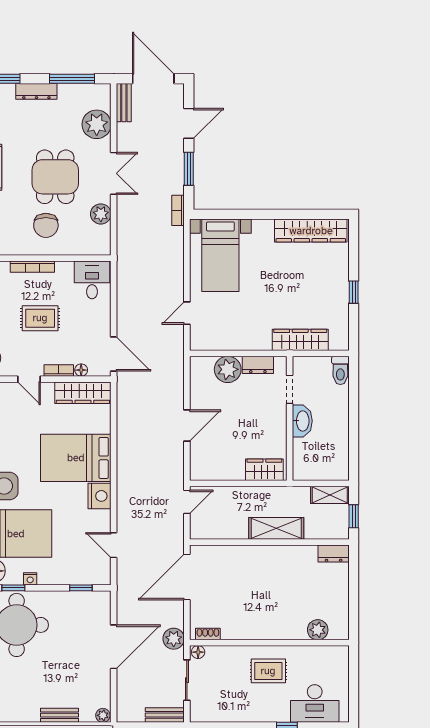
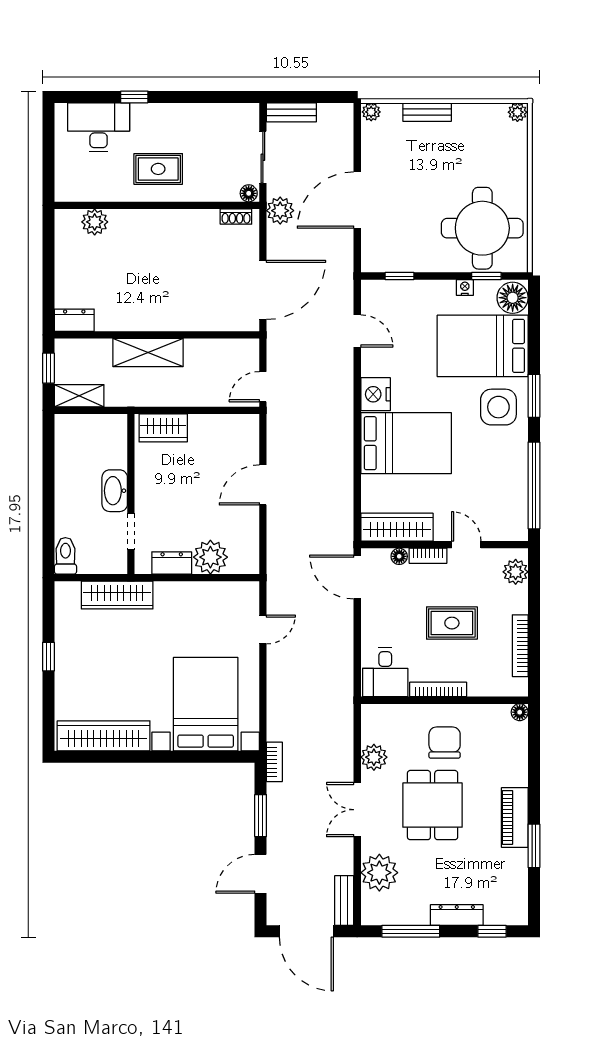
bed with nightstands: (220, 255) -> (206, 704), width x1.36
bookcase: (32, 267) -> (438, 689), moved

